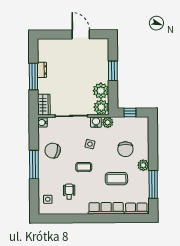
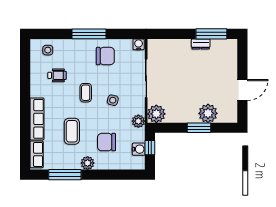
window: (33, 77) -> (211, 34), moved
plant: (101, 91) -> (208, 113), moved
wardrobe: (44, 105) -> (160, 46), removed
water cooler: (96, 122) -> (139, 149), moved
chair: (53, 151) -> (105, 56), turned 75

